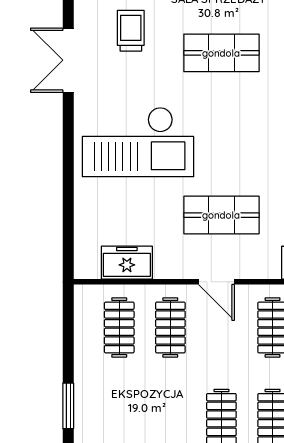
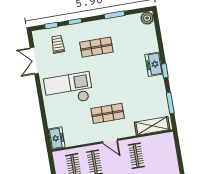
checkout: (138, 142) -> (68, 89), turned 180
freezer: (127, 263) -> (57, 138), moved, turned 90

